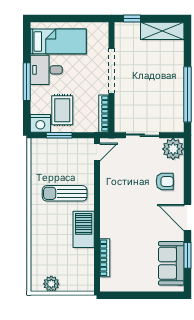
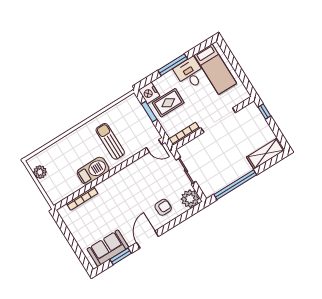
shelving: (162, 31) -> (266, 154), moved, turned 90
armchair: (165, 181) -> (163, 207), turned -91

